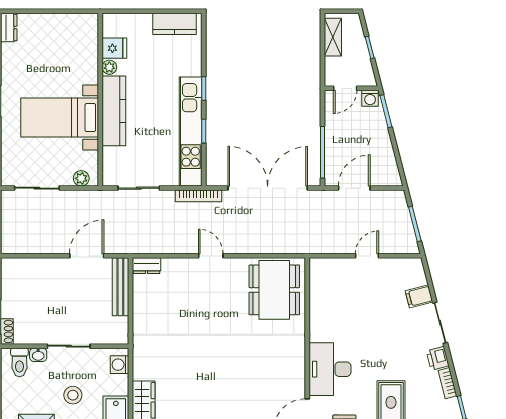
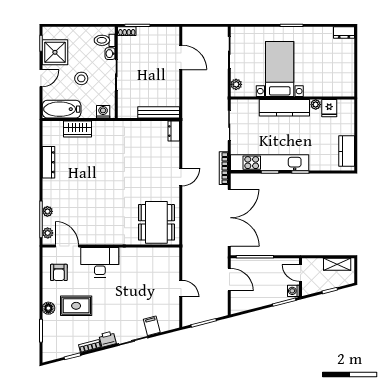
door: (87, 256) -> (181, 57), moved
dining table: (274, 290) -> (156, 222), turned 90

